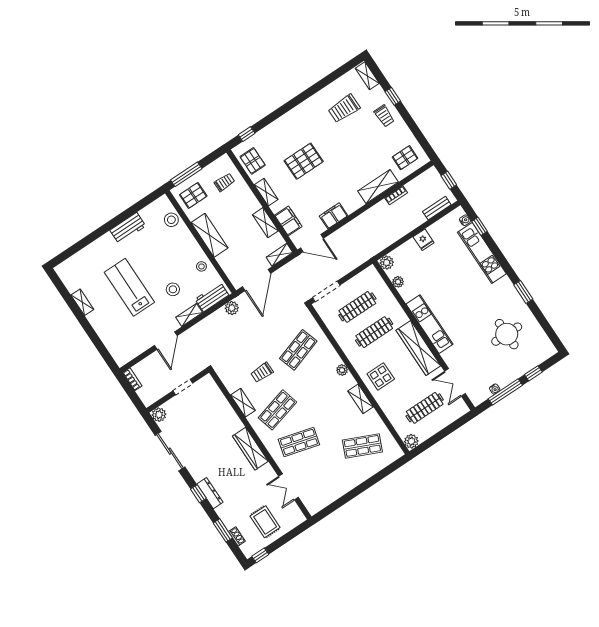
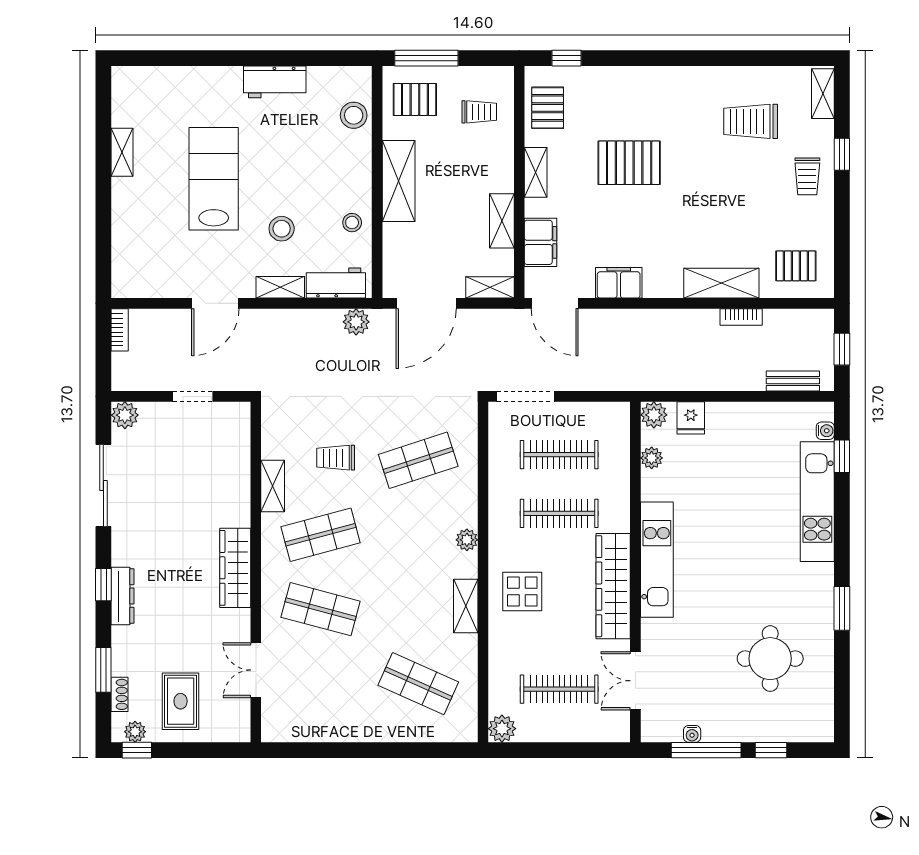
fridge: (424, 240) -> (691, 418), moved
plant: (254, 548) -> (135, 732), added

